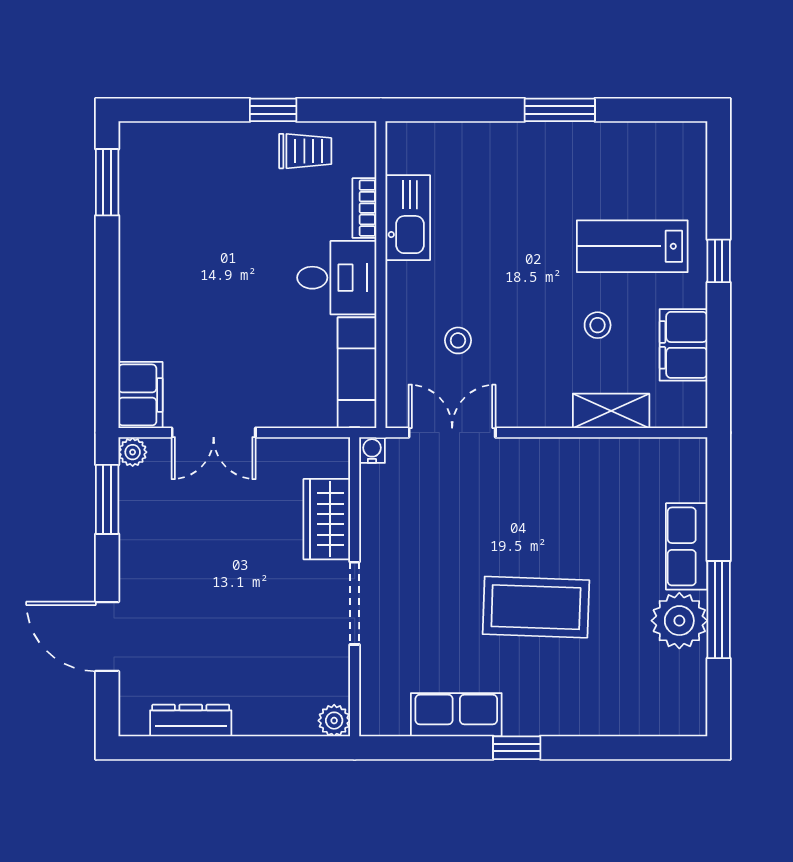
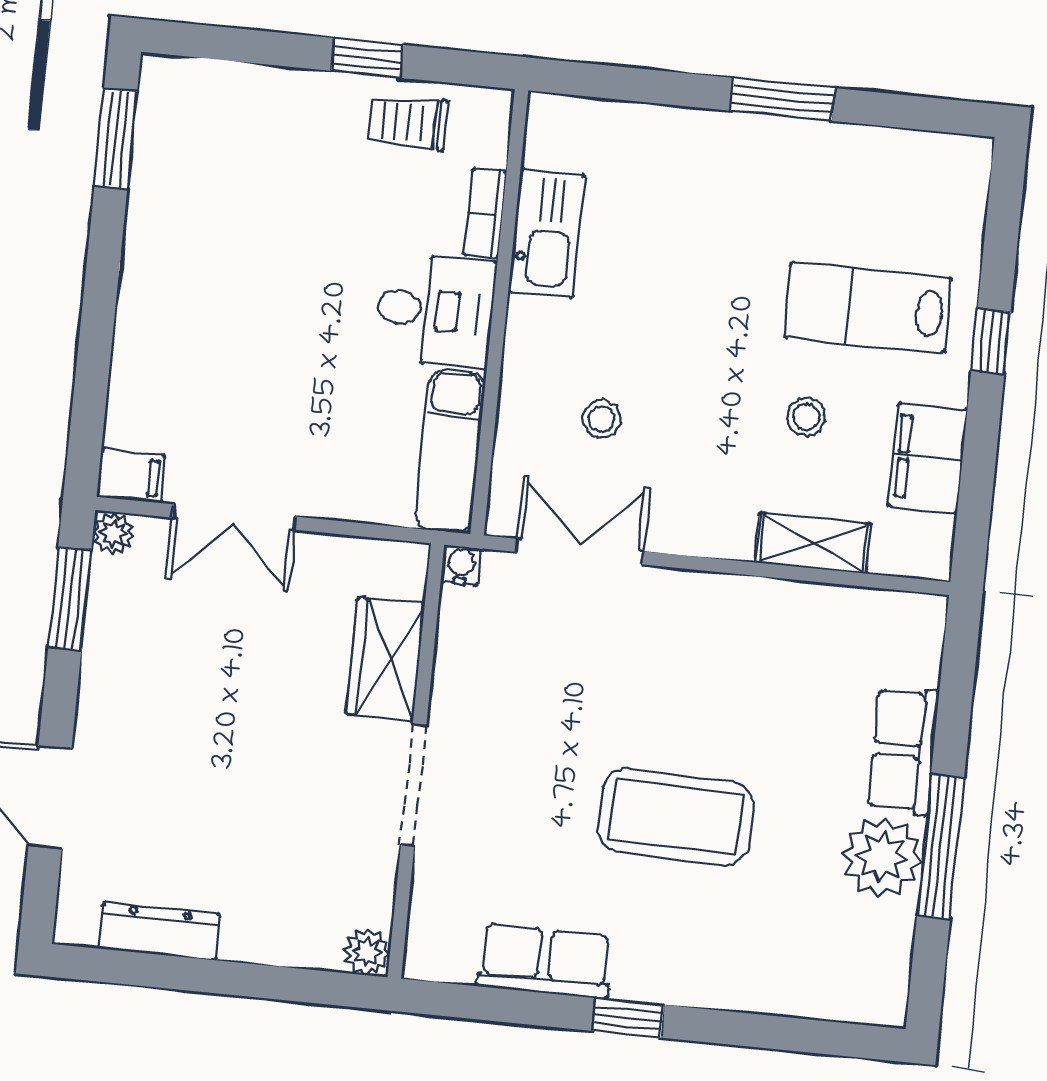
trolley: (305, 151) -> (407, 122), turned 180
filing cabinet: (140, 395) -> (131, 476), width x0.50

